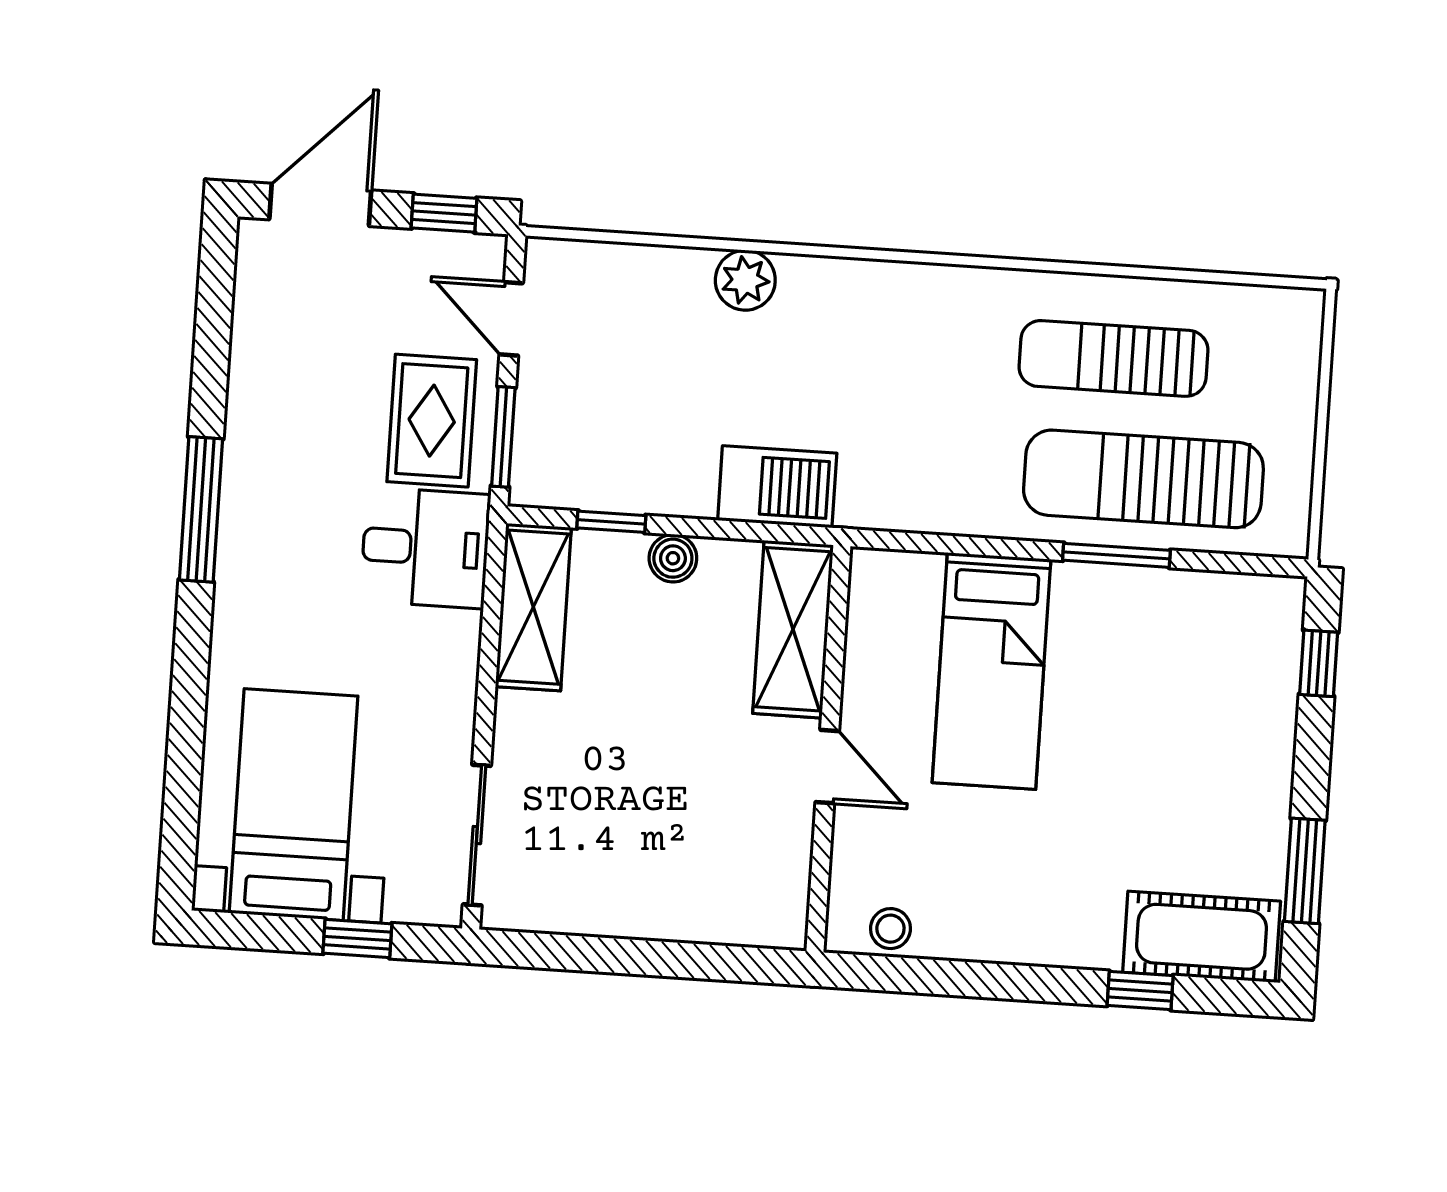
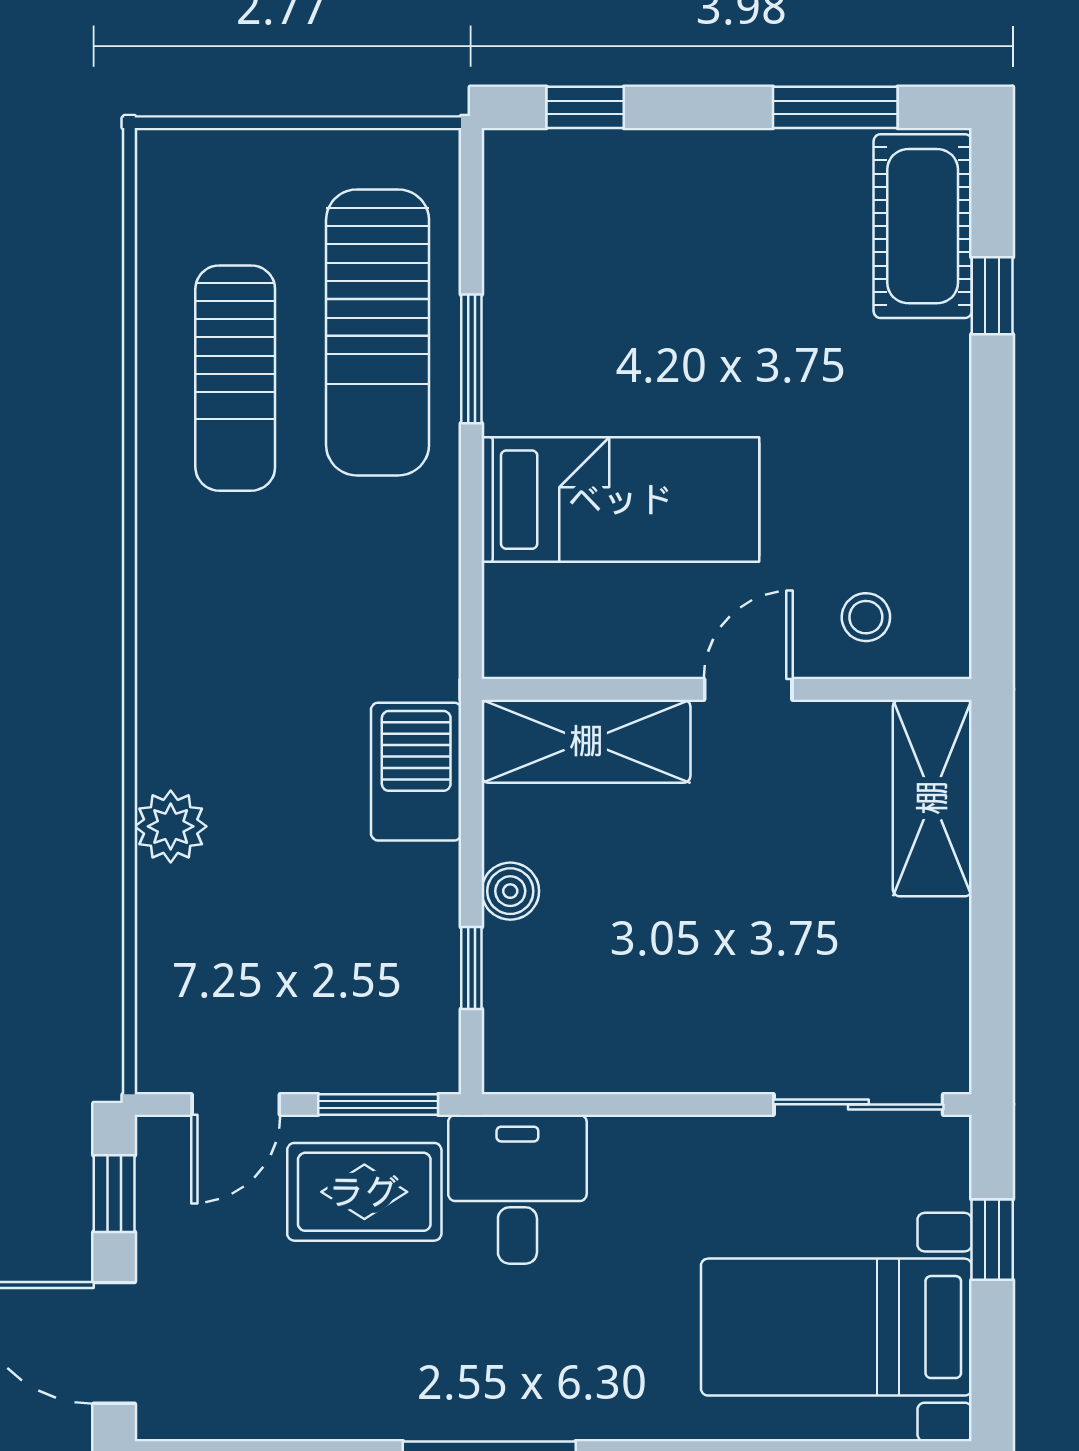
shelving: (533, 607) -> (932, 798), moved, turned 90
stool: (890, 929) -> (866, 617), moved

